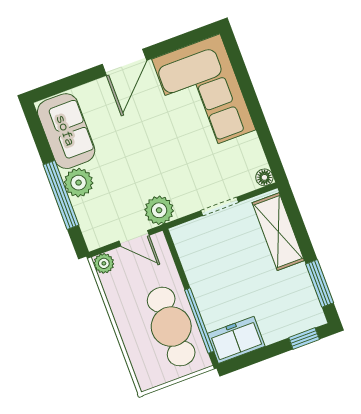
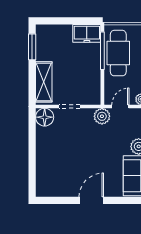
corner sofa: (204, 94) -> (56, 168), removed
floor lamp: (264, 177) -> (45, 117), width x1.89, depth x1.89
door: (134, 238) -> (120, 107), hinge flipped
window: (304, 339) -> (51, 21), removed

